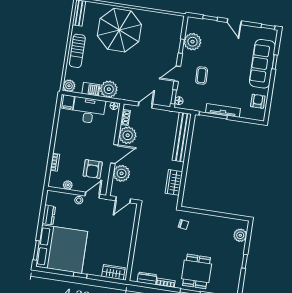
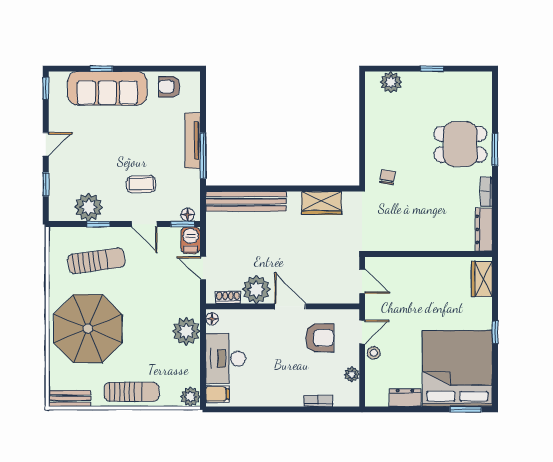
sun lounger: (159, 42) -> (96, 261), added
barbecue: (91, 89) -> (191, 240), moved
plant: (122, 173) -> (320, 290), removed
door: (92, 195) -> (362, 332), swing flipped
dresser: (147, 278) -> (484, 229), width x1.44

